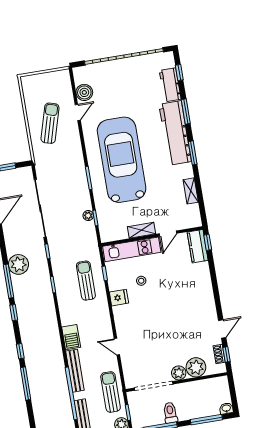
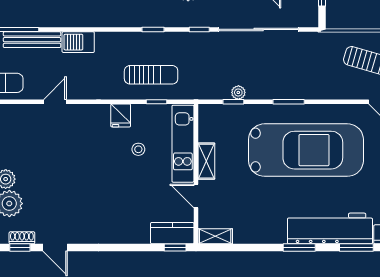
shelving: (191, 191) -> (215, 236), moved

